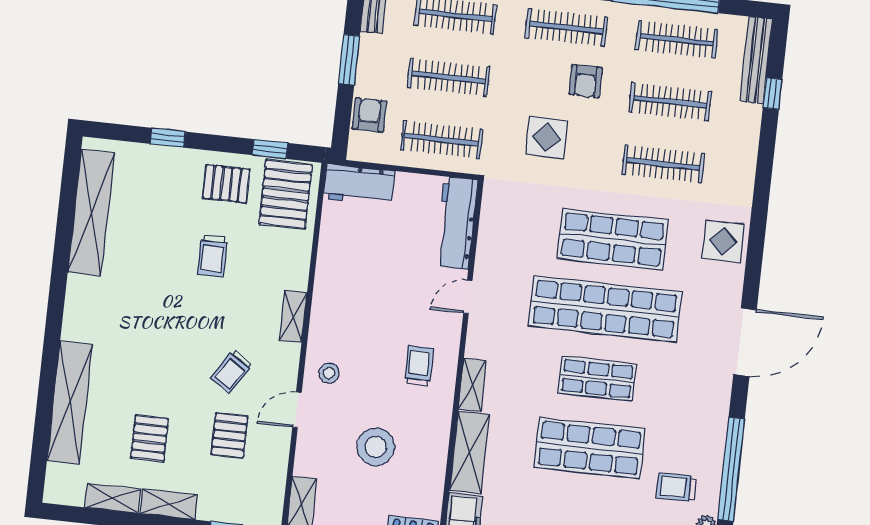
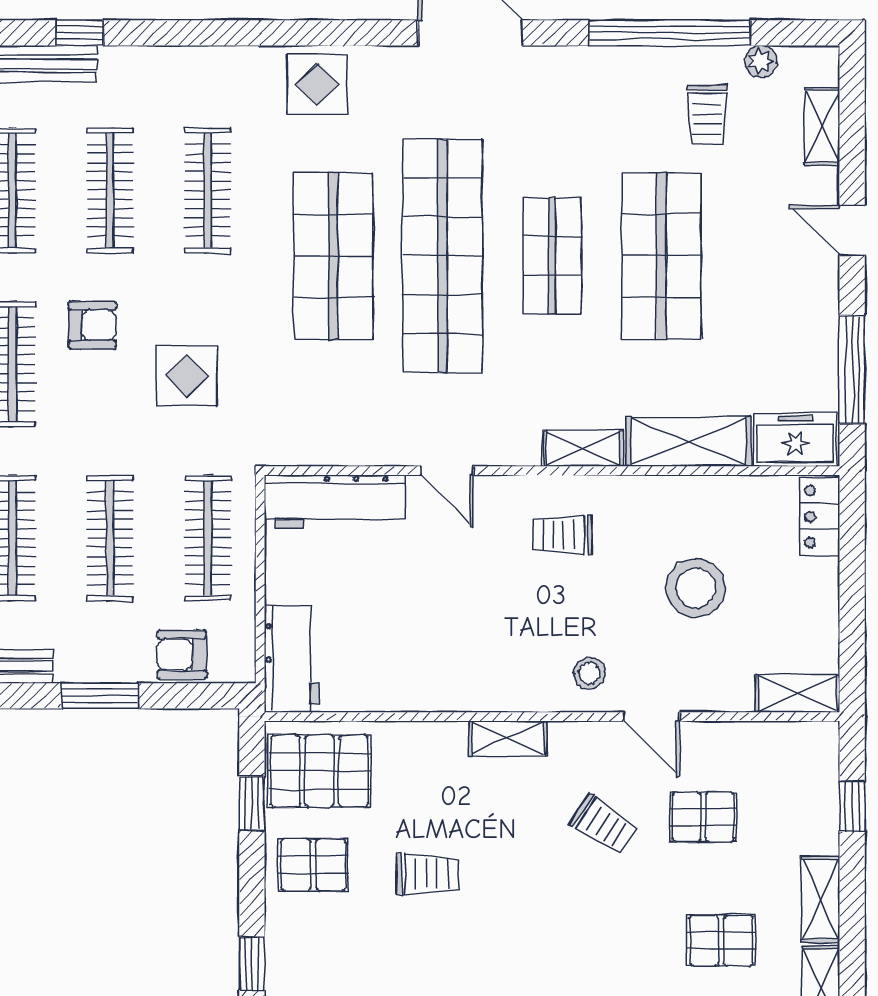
pallet: (226, 184) -> (313, 865), turned 90

